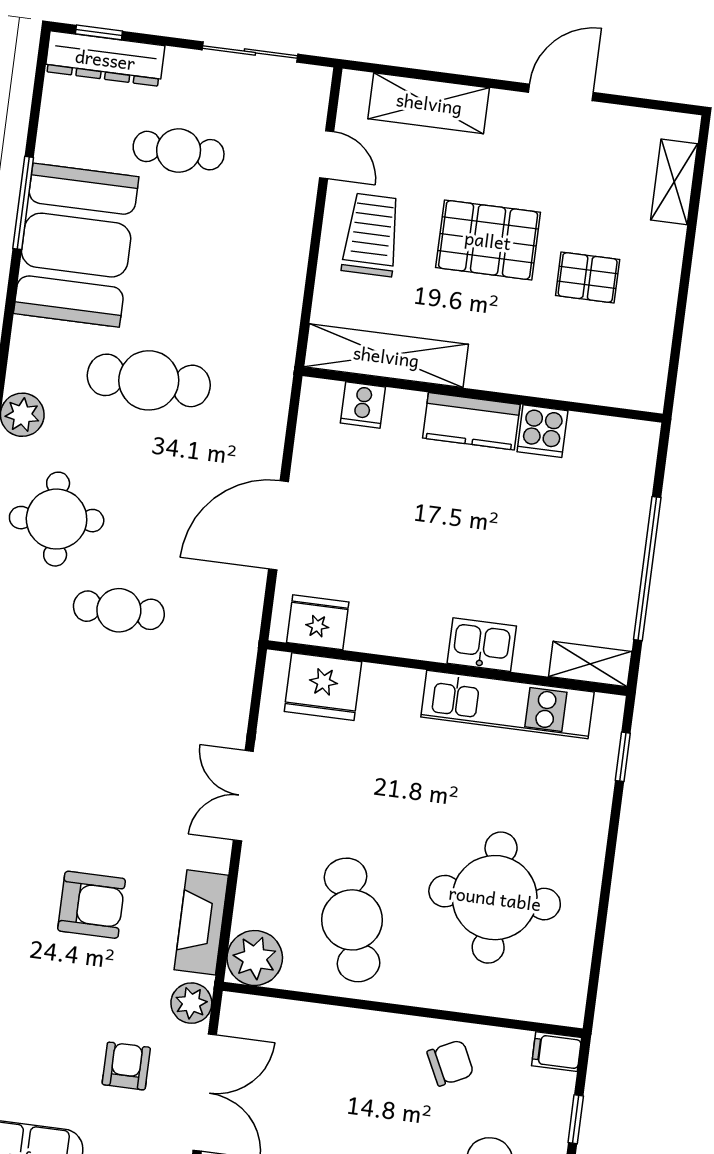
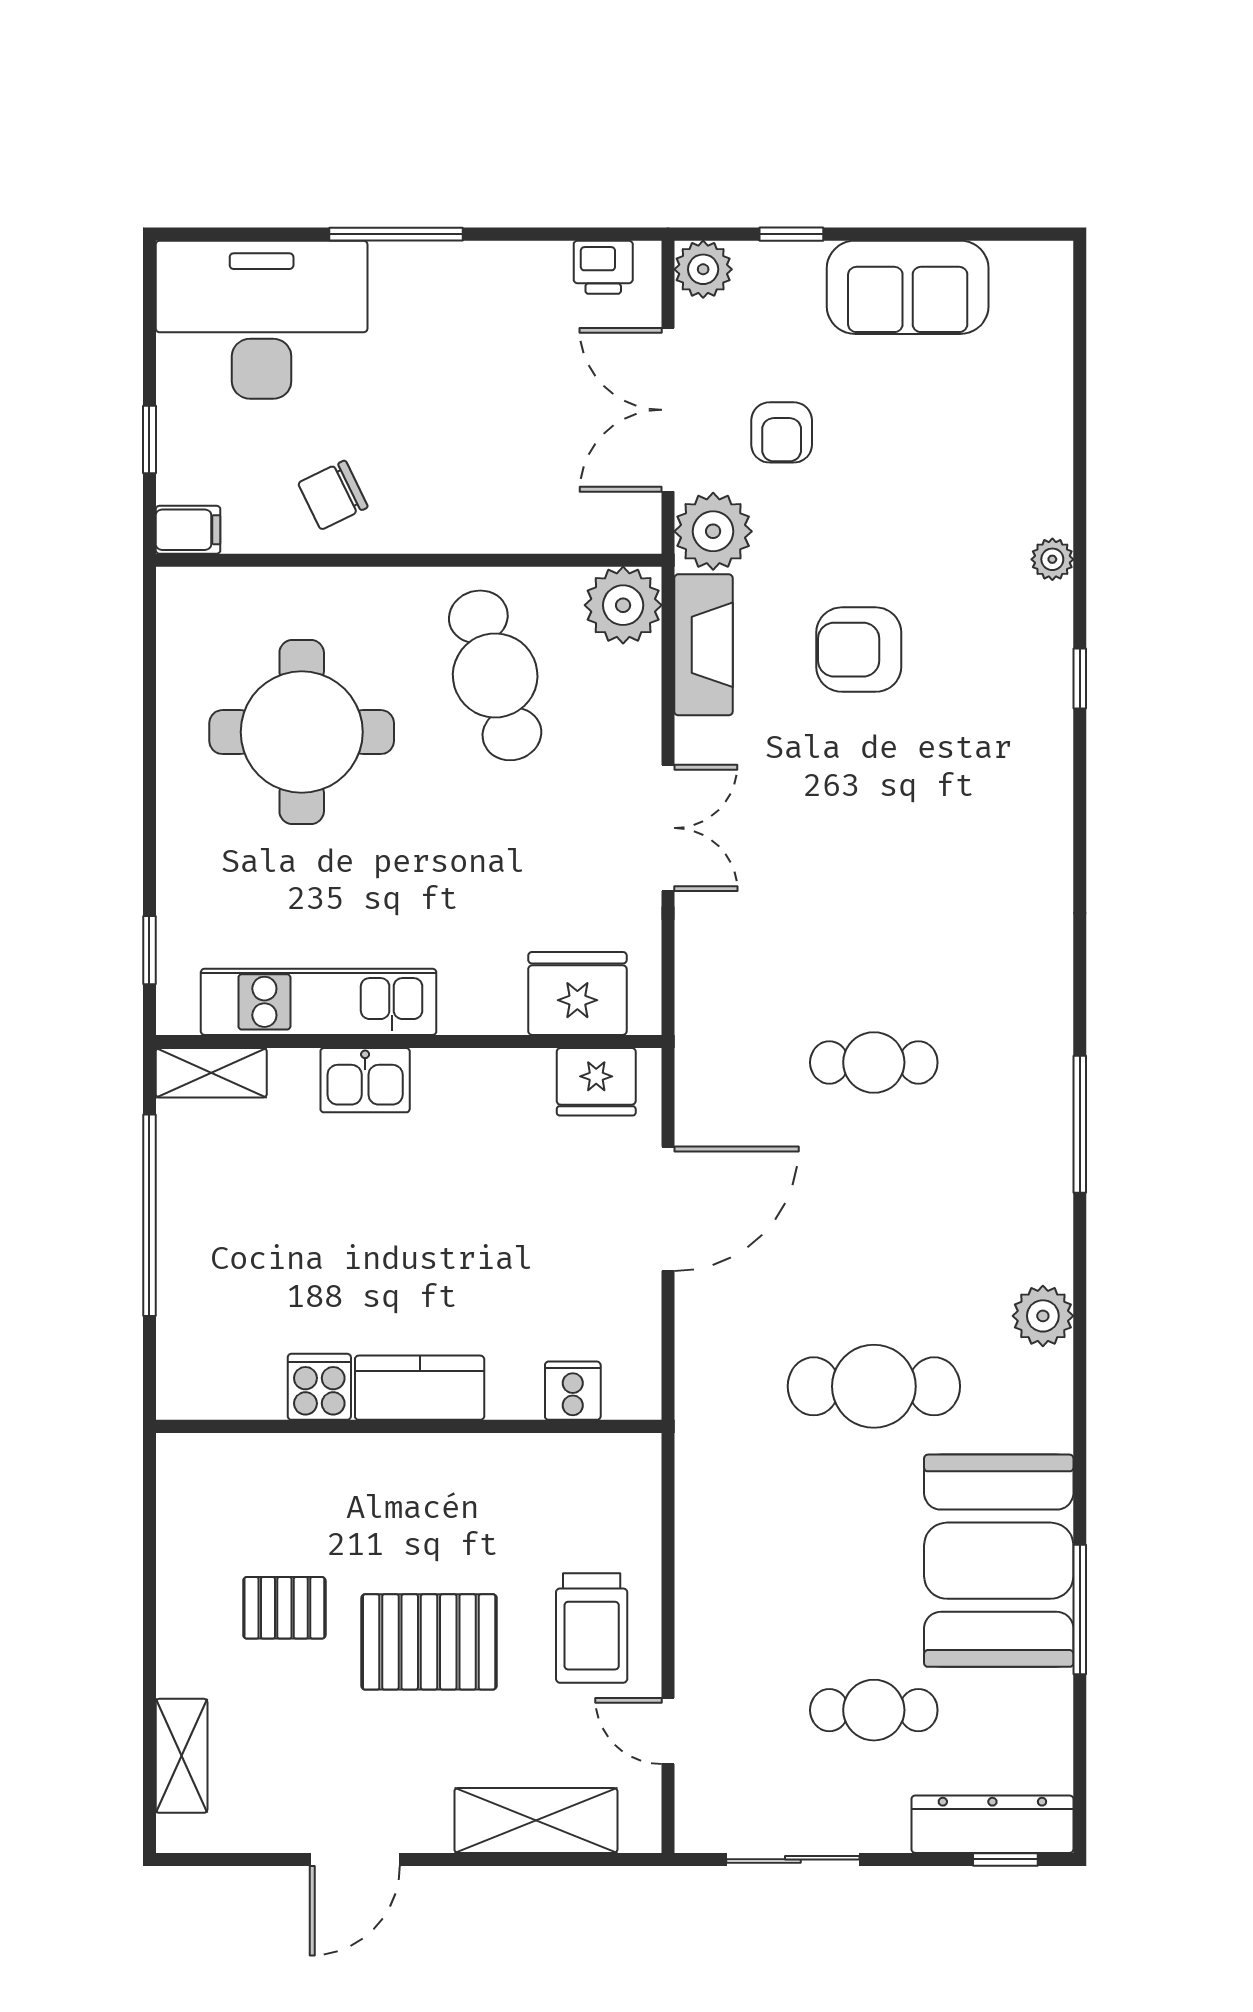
shelving: (386, 356) -> (550, 1463), removed
round table: (57, 519) -> (977, 1178), removed
plant: (191, 1003) -> (713, 531), width x1.36, depth x1.36

